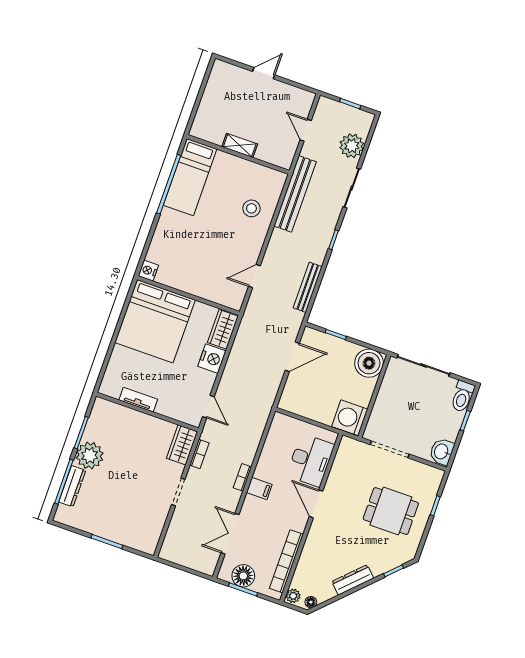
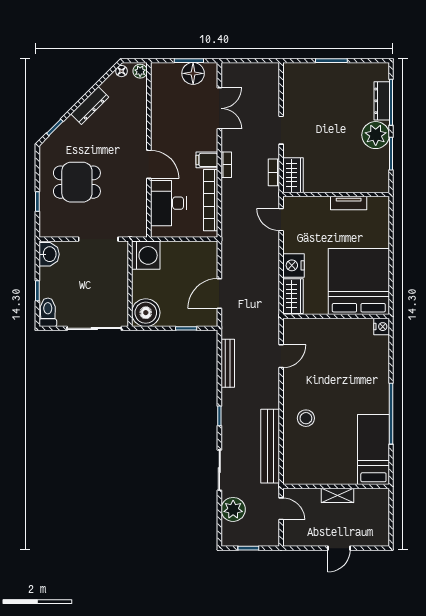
shelving: (240, 145) -> (338, 495), moved
wall: (238, 154) -> (336, 486), moved
bed: (190, 177) -> (373, 450), moved
bookcase: (286, 561) -> (211, 200), moved, turned 180

